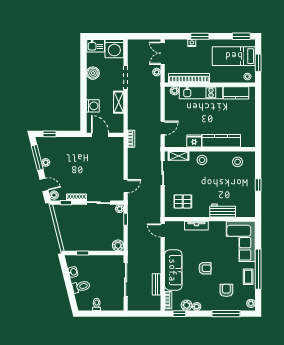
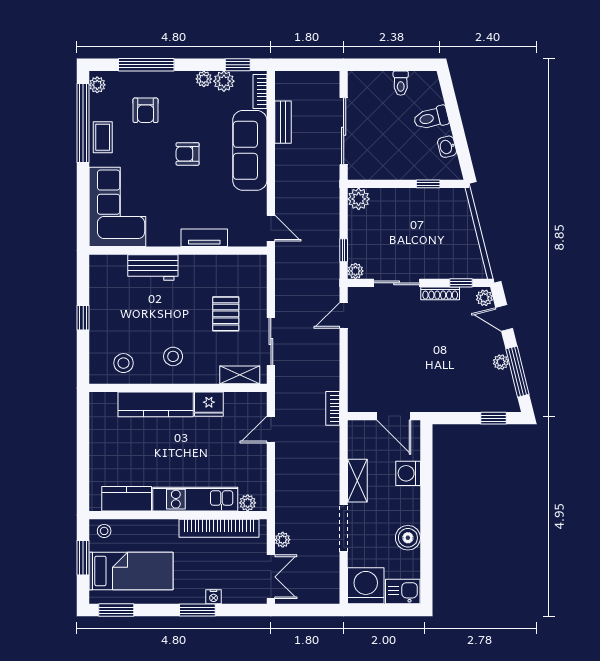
stool: (202, 160) -> (173, 356), moved
pallet: (183, 201) -> (226, 314), moved, turned 90
window: (258, 269) -> (83, 123), moved

